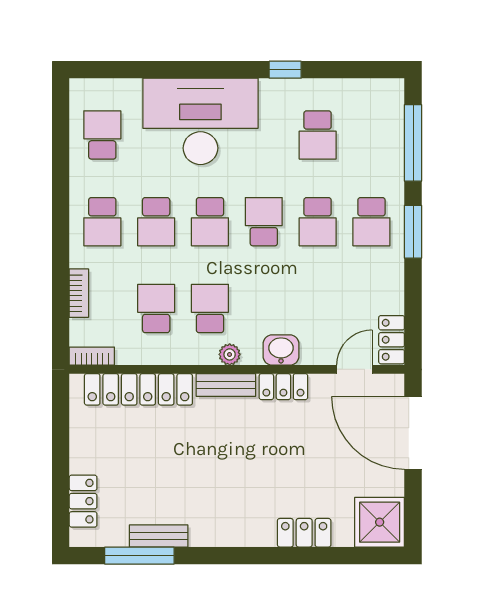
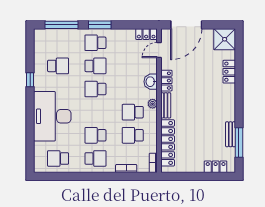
school desk: (156, 222) -> (95, 135), turned 180
school desk: (210, 222) -> (95, 112), removed
school desk: (371, 222) -> (95, 43), turned 180
door: (354, 369) -> (159, 50), hinge flipped

